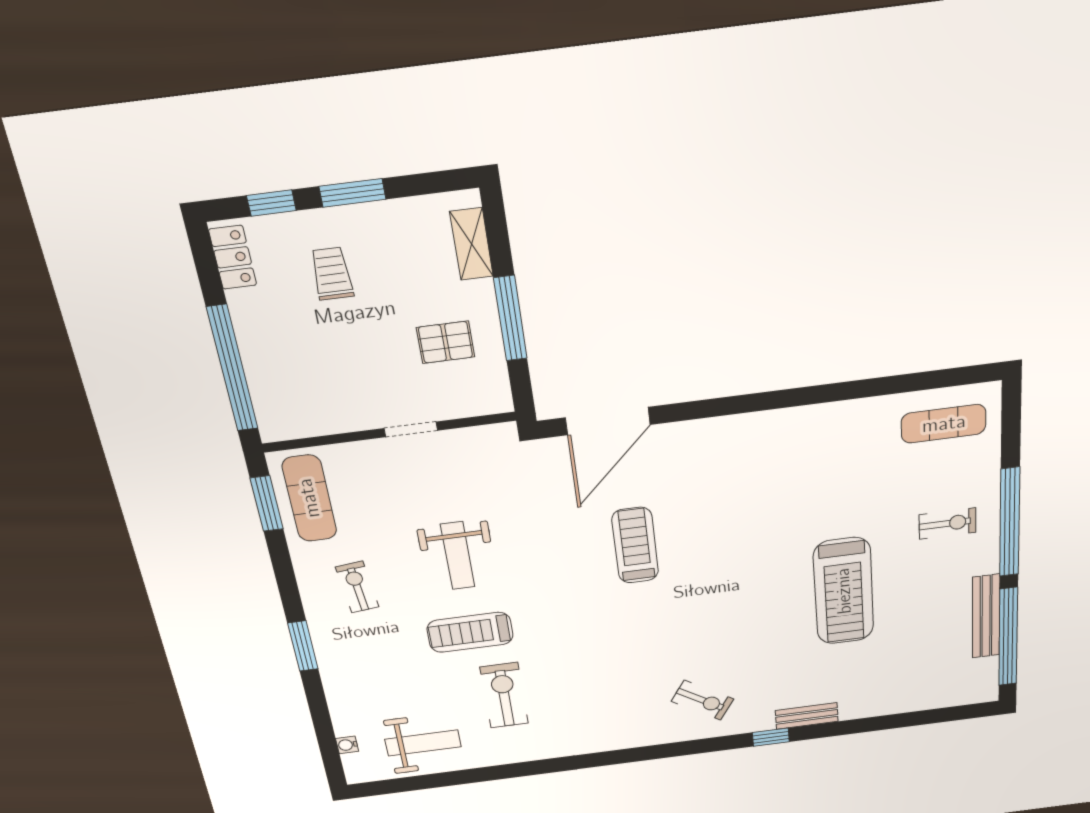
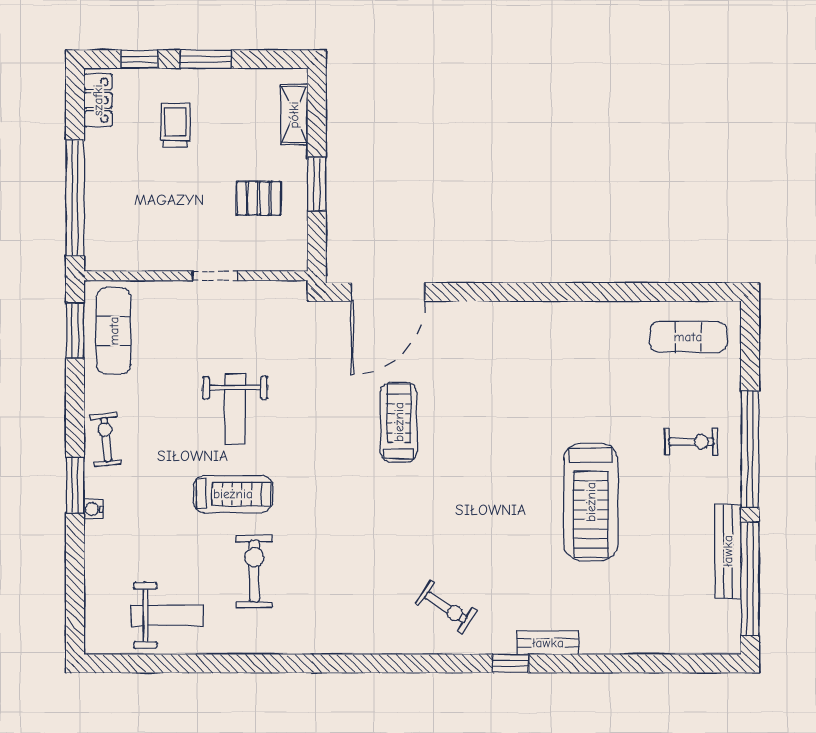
window: (510, 318) -> (317, 184), width x0.69
exercise bike: (357, 587) -> (106, 439), moved
treadmill: (470, 632) -> (233, 494), turned 180
water cooler: (347, 745) -> (93, 509), moved

